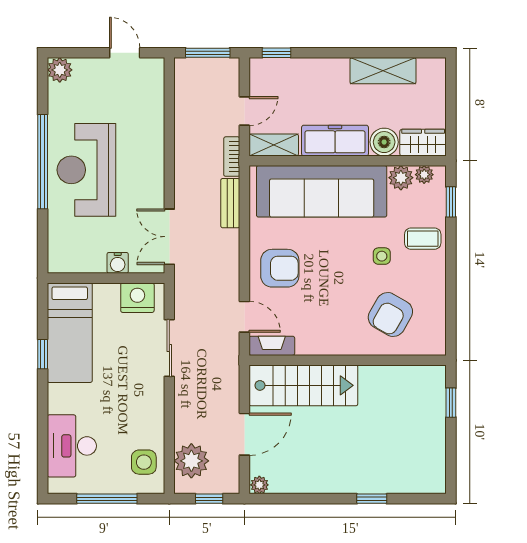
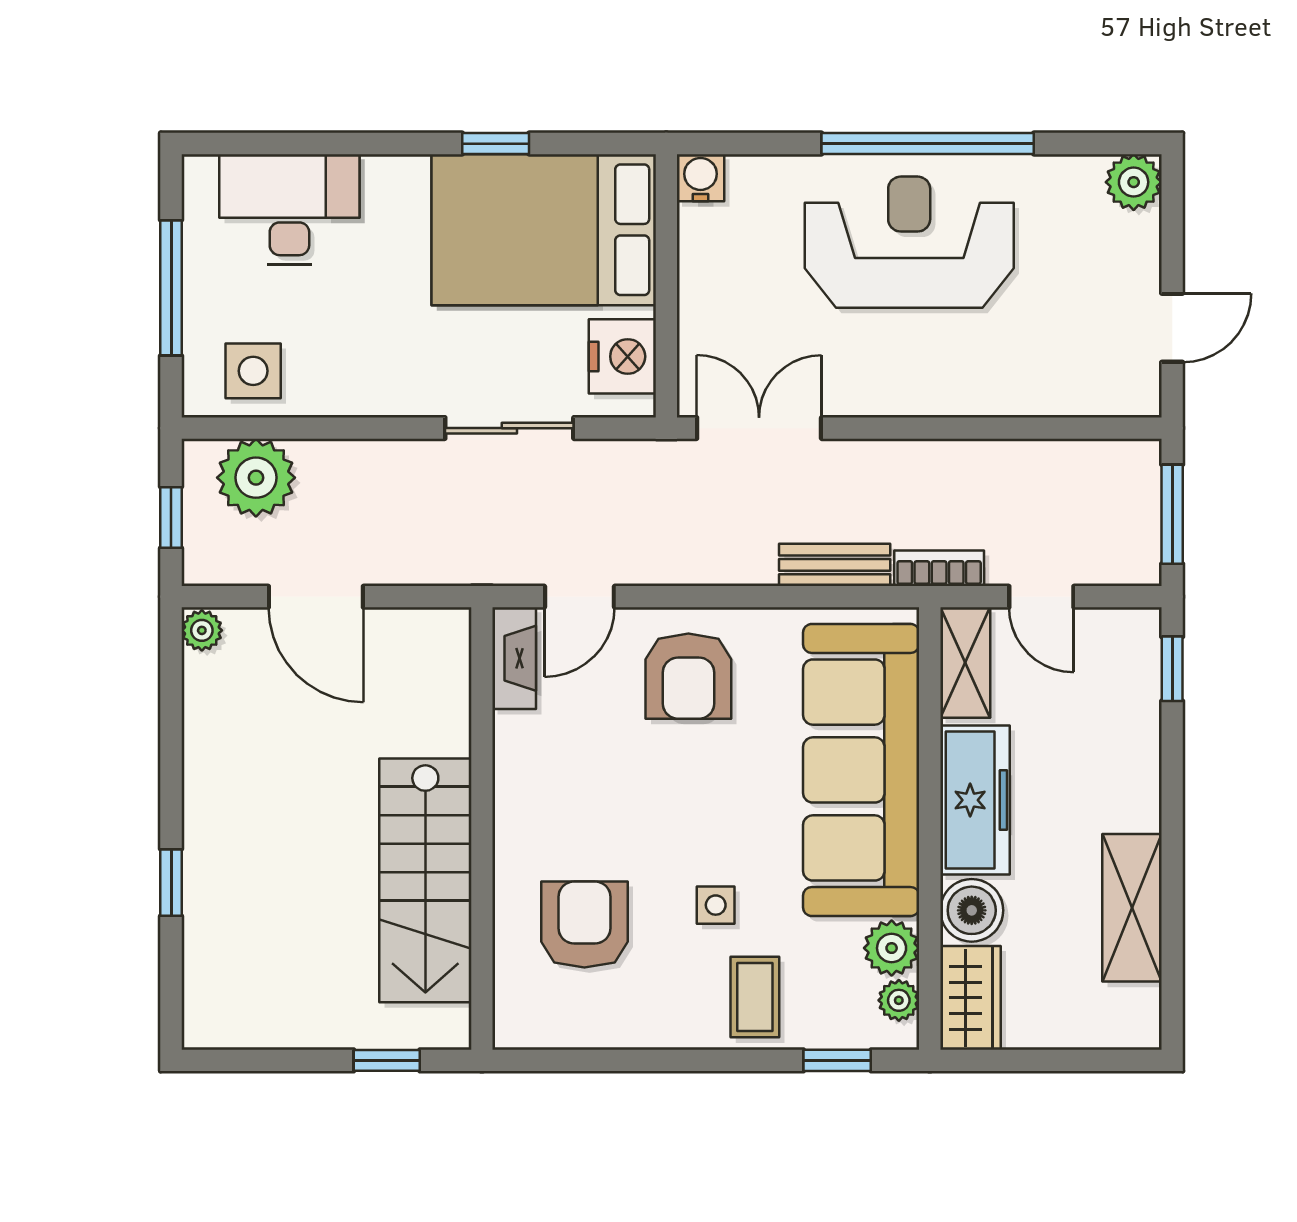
water cooler: (118, 263) -> (700, 178), moved, turned 90
armchair: (390, 315) -> (584, 925), turned 60
bed: (70, 333) -> (544, 230), width x1.50
stairs: (303, 385) -> (425, 880), moved

